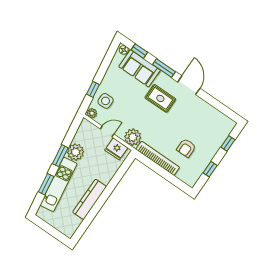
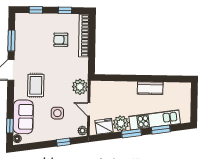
window: (164, 68) -> (11, 41), moved
side table: (106, 101) -> (57, 113), moved
armchair: (186, 148) -> (61, 40), turned 180
fridge: (116, 149) -> (104, 126), moved, turned -98
bookcase: (158, 158) -> (84, 36), moved
kitchen counter: (90, 199) -> (150, 88), width x0.67

